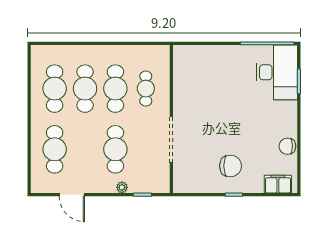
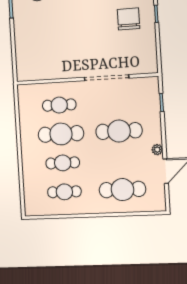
cafe table: (55, 89) -> (64, 192), width x0.73, depth x0.74
cafe table: (85, 89) -> (63, 163), width x0.73, depth x0.74
plant: (122, 187) -> (157, 150), moved

